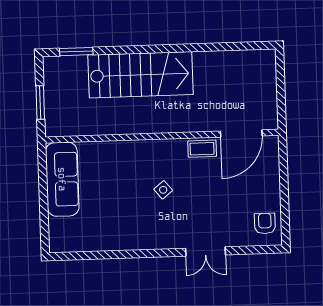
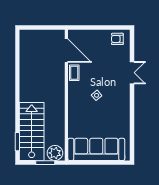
stairs: (141, 75) -> (32, 131), moved
plant: (58, 119) -> (55, 153), added
sofa: (62, 179) -> (96, 149), width x1.36, depth x1.27

